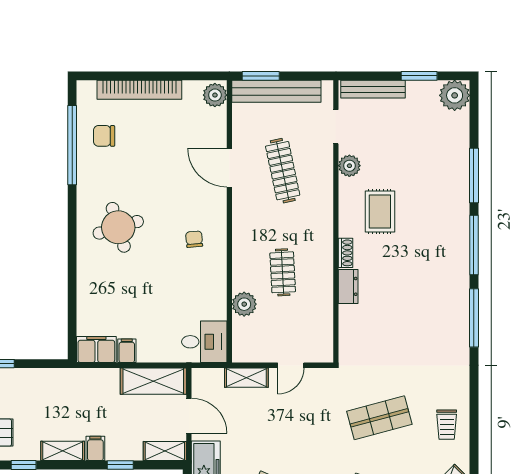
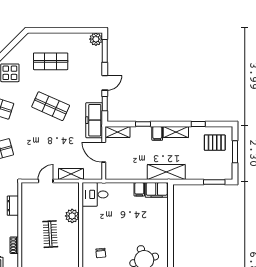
dresser: (348, 286) -> (13, 206), moved
shelving: (153, 381) -> (166, 172), moved

